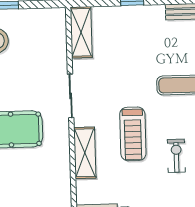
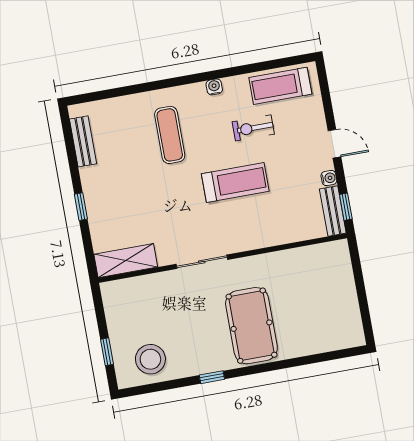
shelving: (85, 153) -> (266, 235), removed

